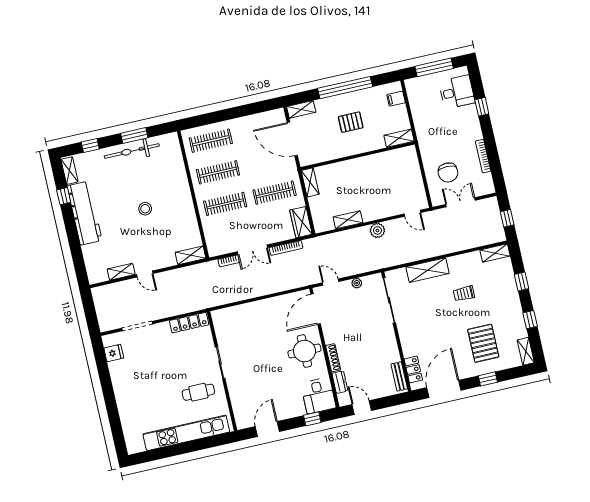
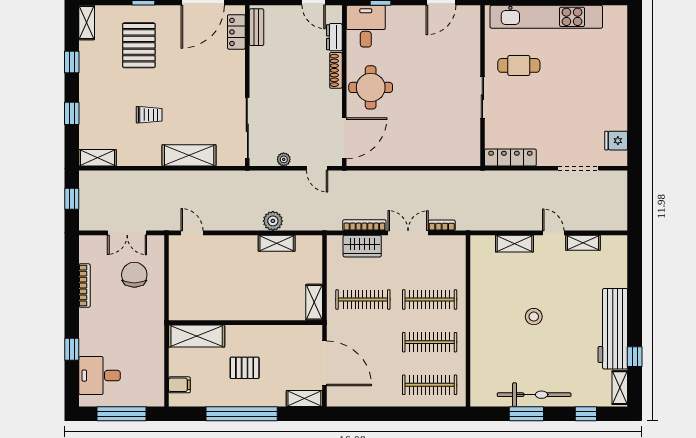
shelving: (399, 138) -> (197, 336), width x1.50, depth x1.33
wardrobe: (301, 222) -> (362, 246), moved, turned 90
plant: (377, 230) -> (273, 221), moved
shelving: (190, 255) -> (514, 244), moved

